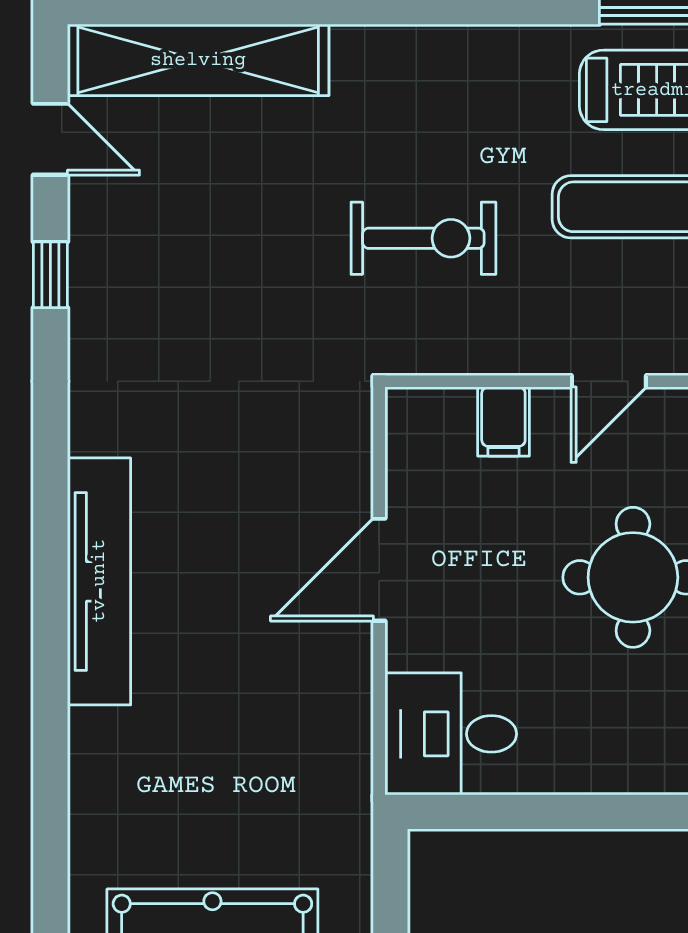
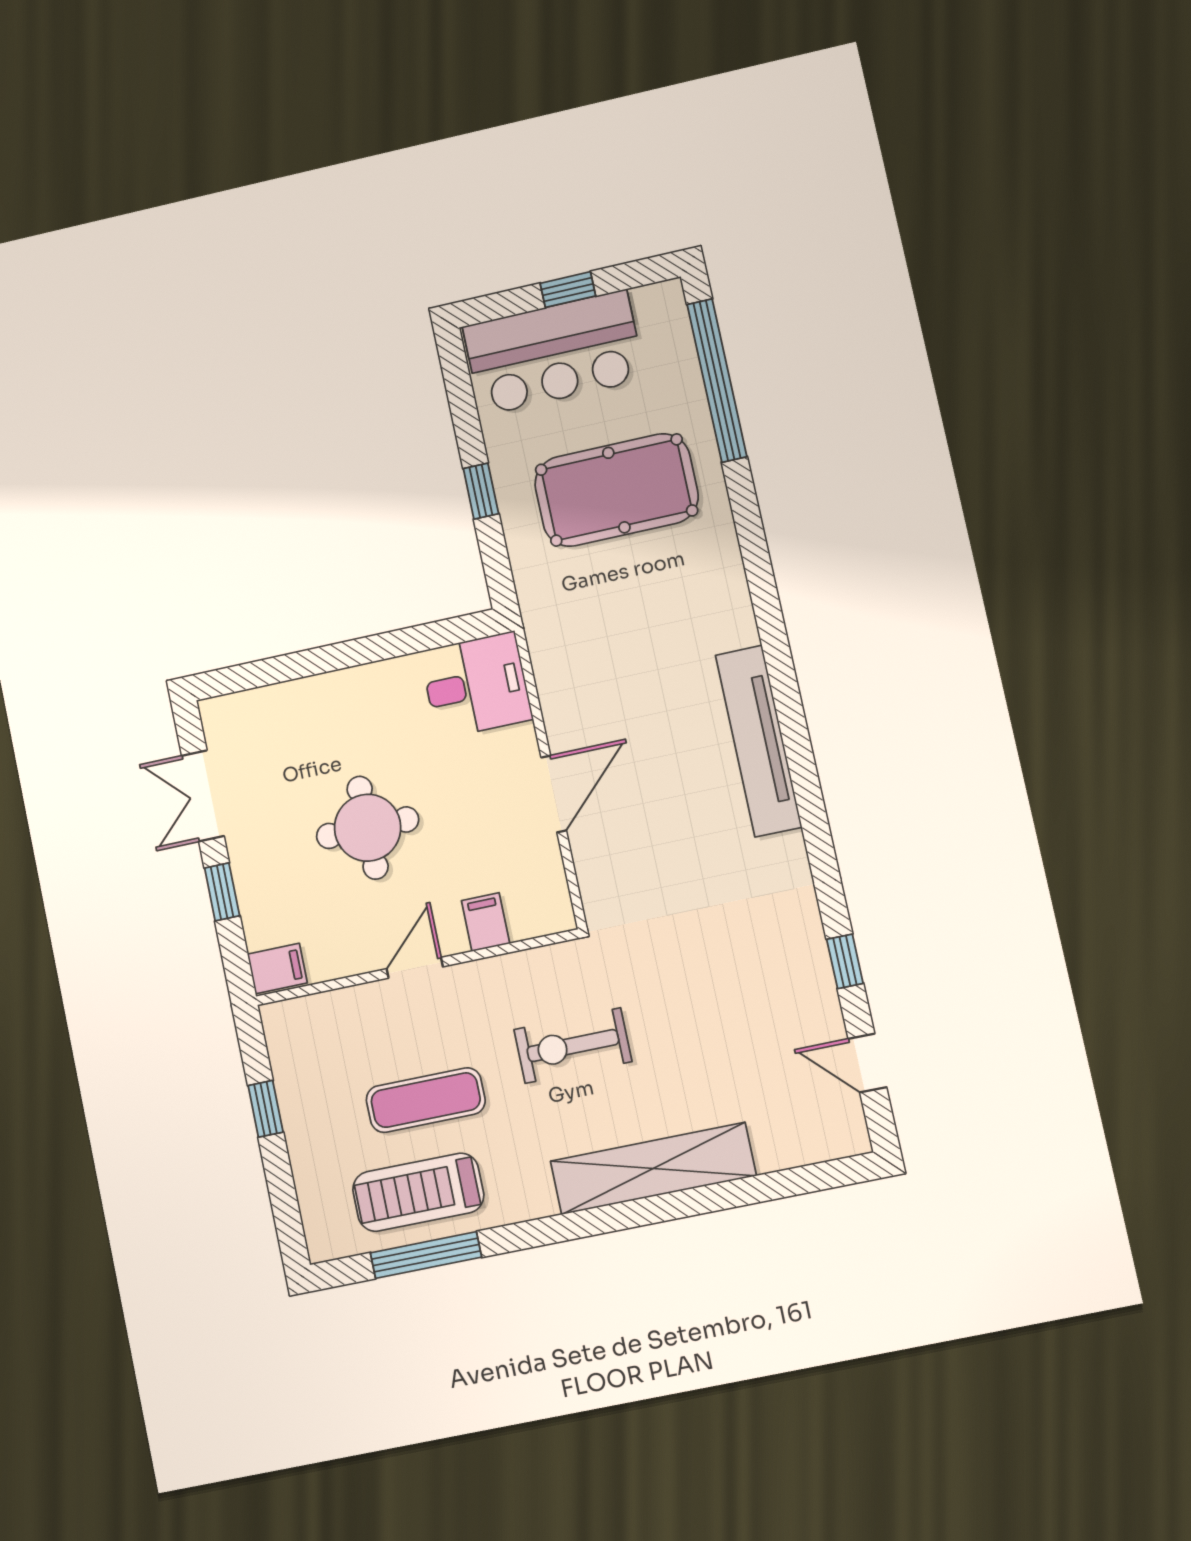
shelving: (198, 60) -> (653, 1168), moved

